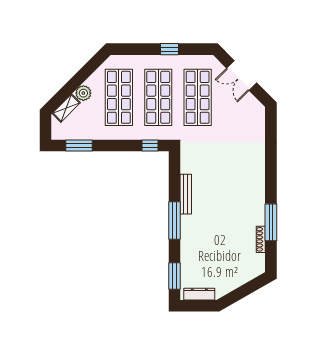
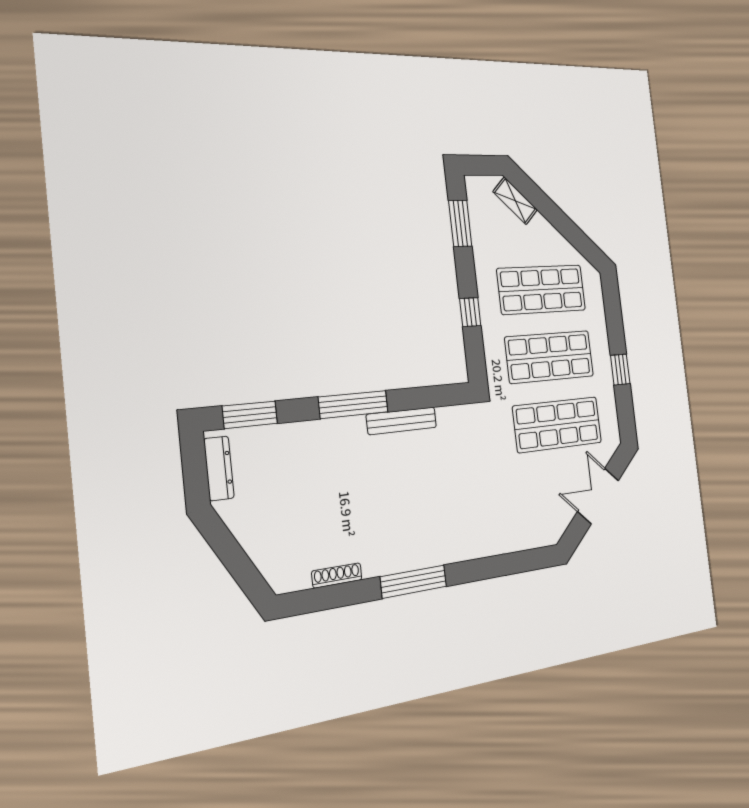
plant: (83, 93) -> (541, 229), removed
window: (150, 146) -> (470, 312), moved
window: (271, 222) -> (413, 582), moved

